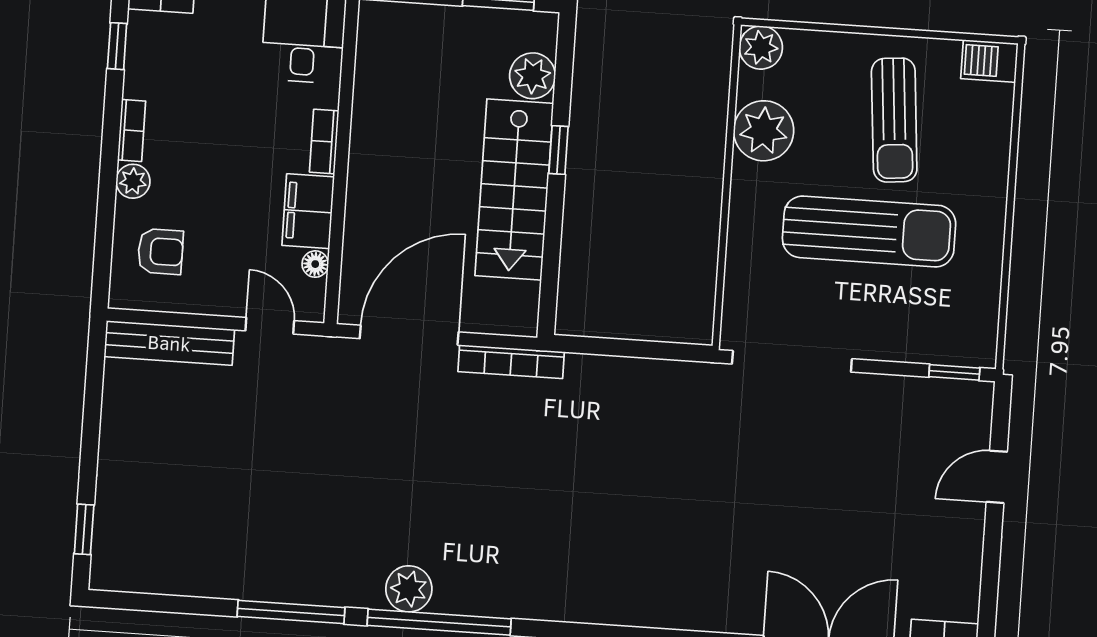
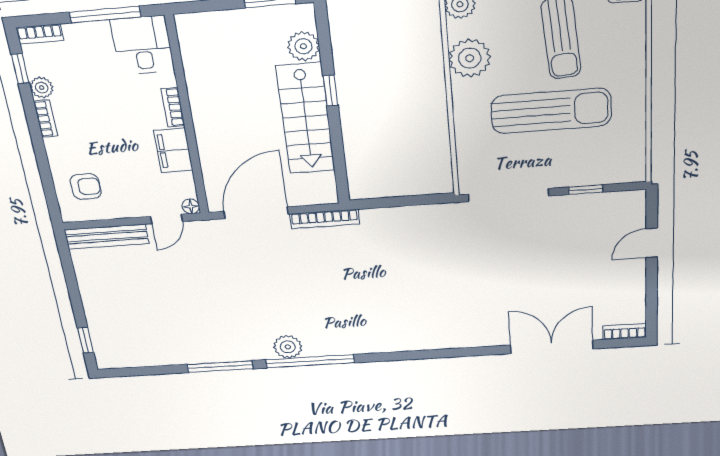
plant: (133, 181) -> (42, 88), moved
floor lamp: (315, 264) -> (191, 206), moved
door: (270, 326) -> (167, 219), swing flipped
window: (954, 372) -> (586, 190), moved

